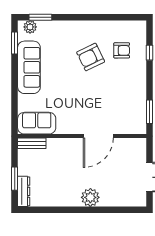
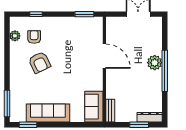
window: (40, 17) -> (7, 104), width x1.44
plant: (30, 27) -> (15, 36), moved
window: (80, 210) -> (165, 71), added

